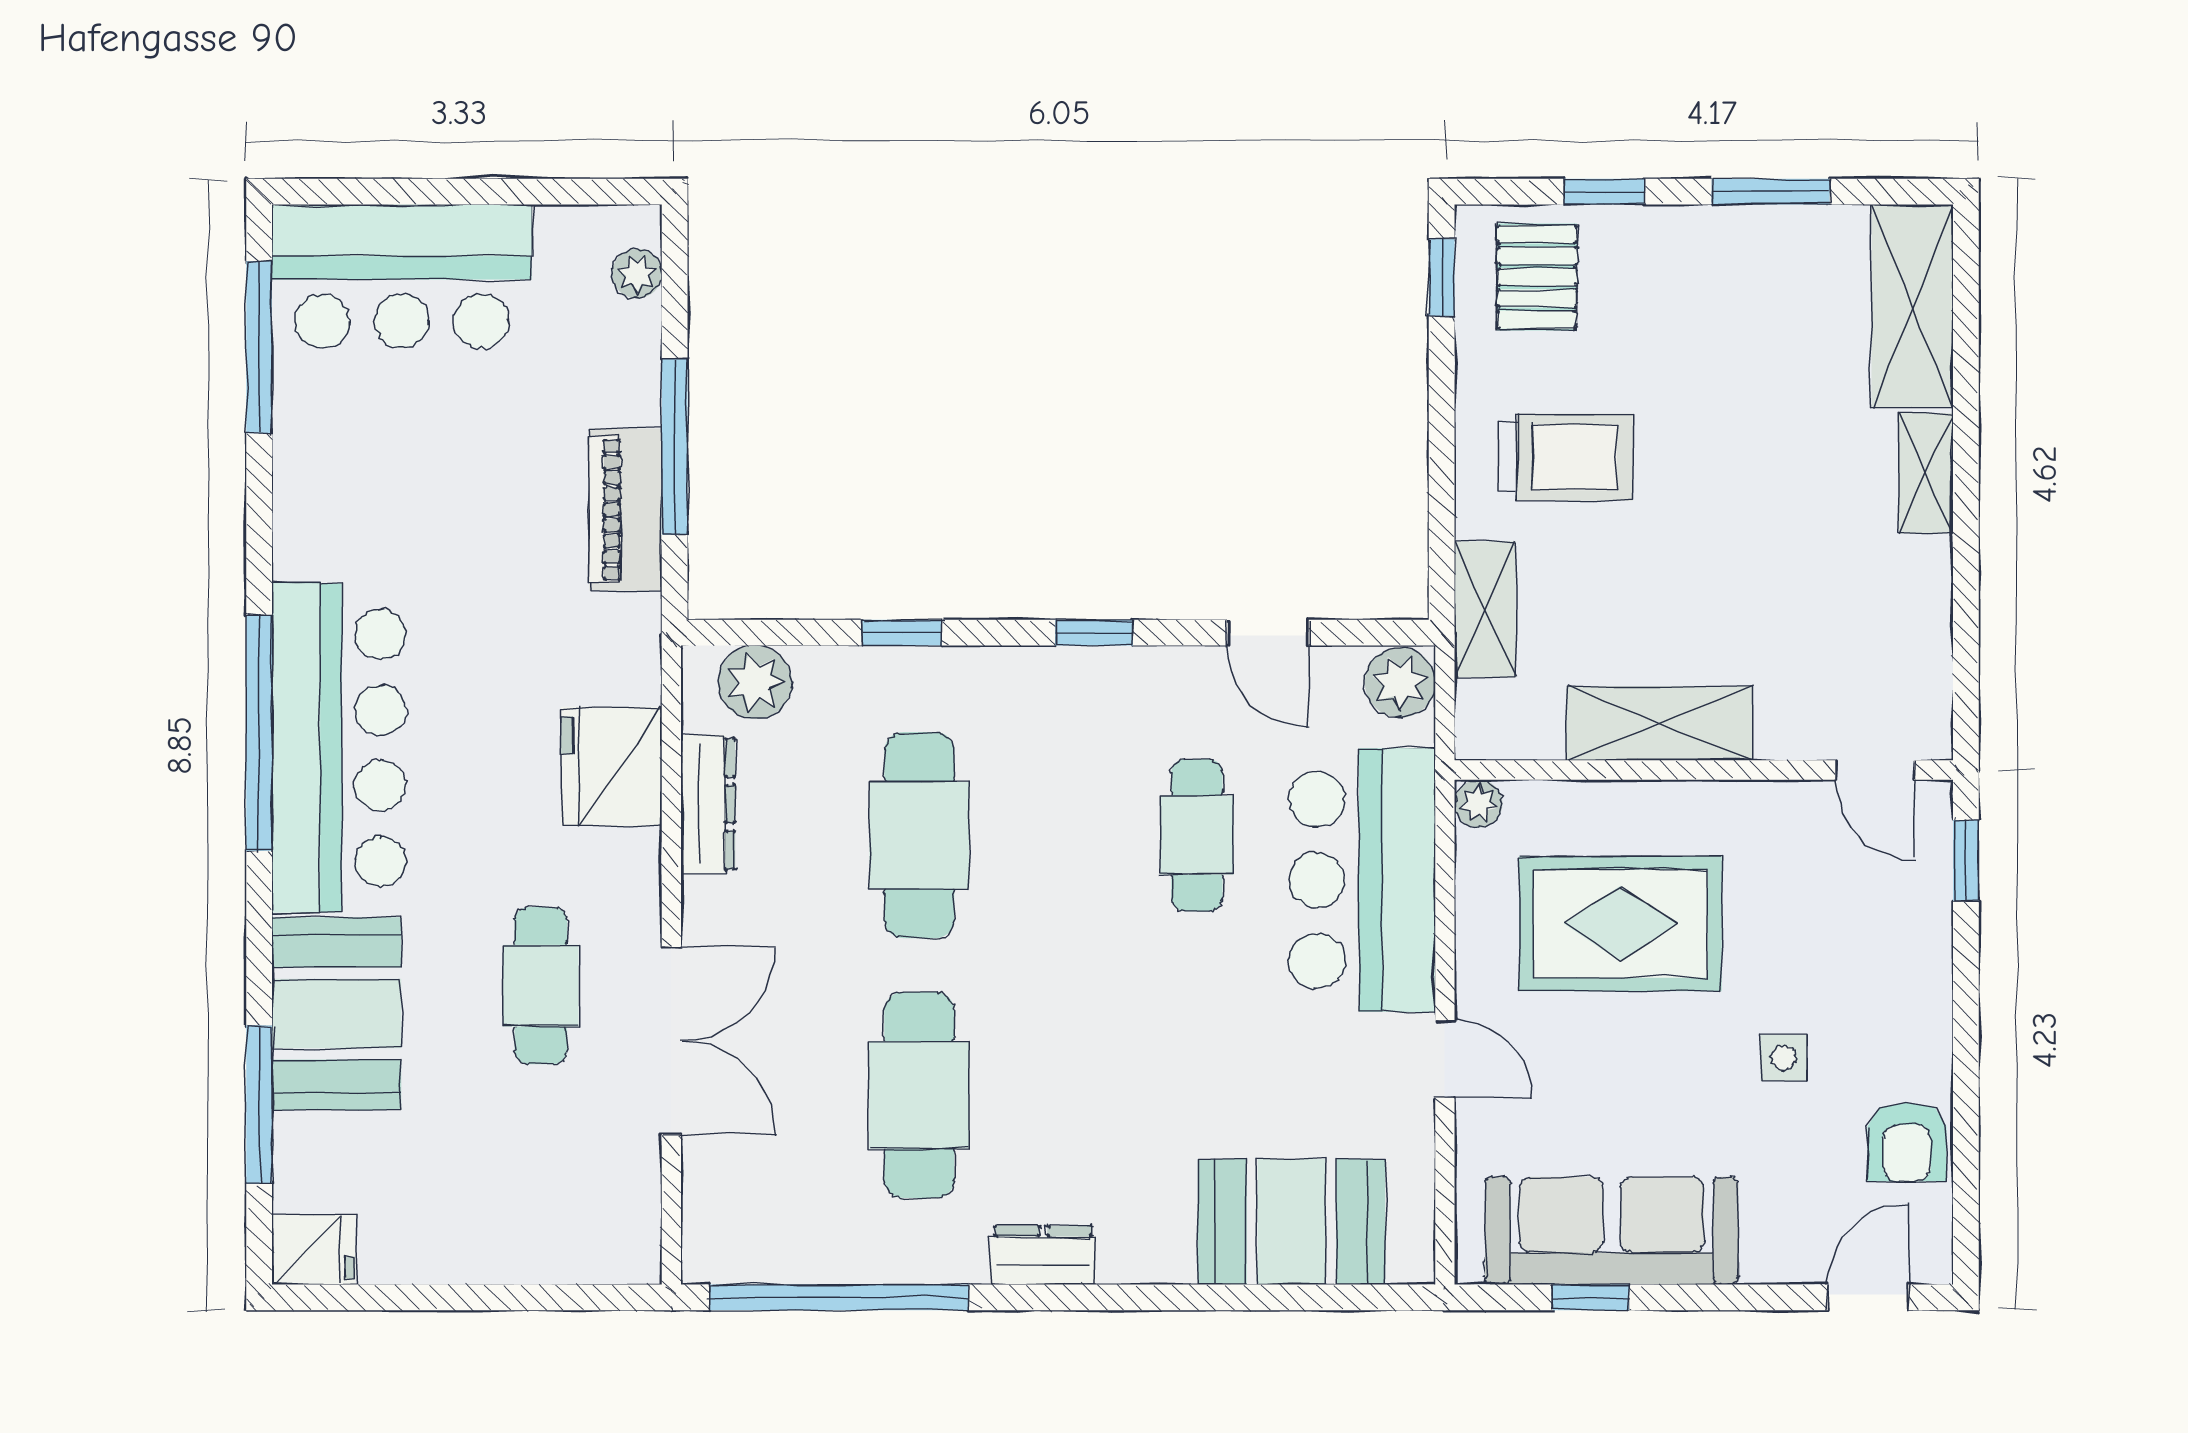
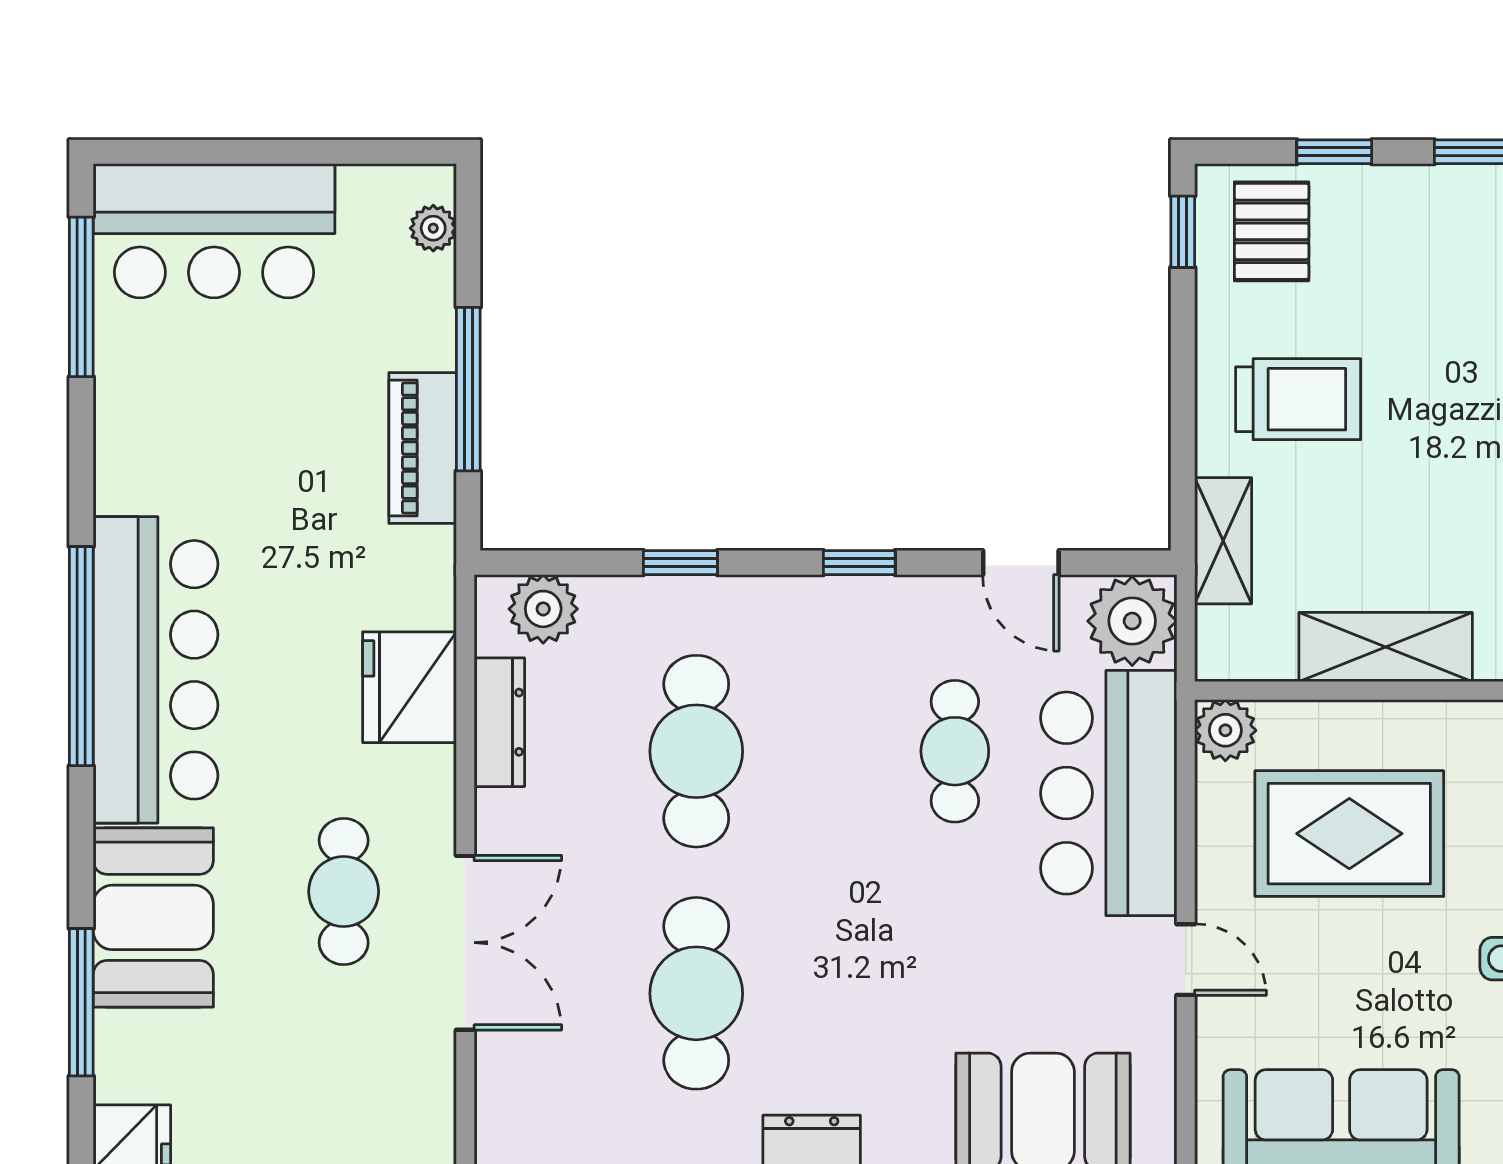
plant: (1400, 683) -> (1132, 621), width x1.36, depth x1.36
plant: (1478, 804) -> (1225, 730), width x1.38, depth x1.38

